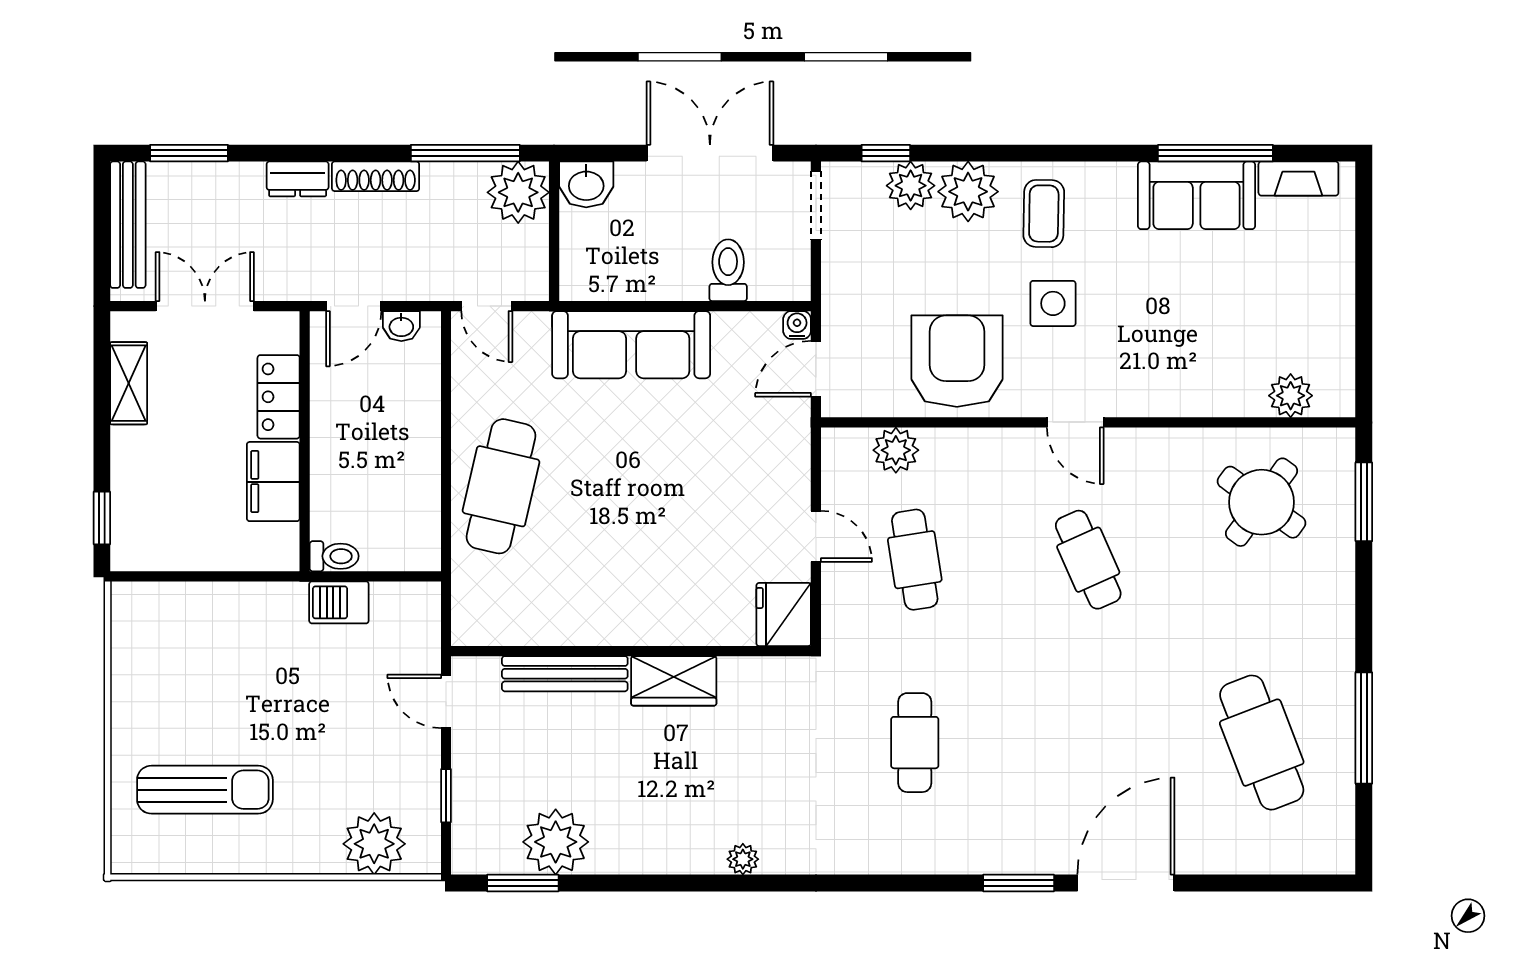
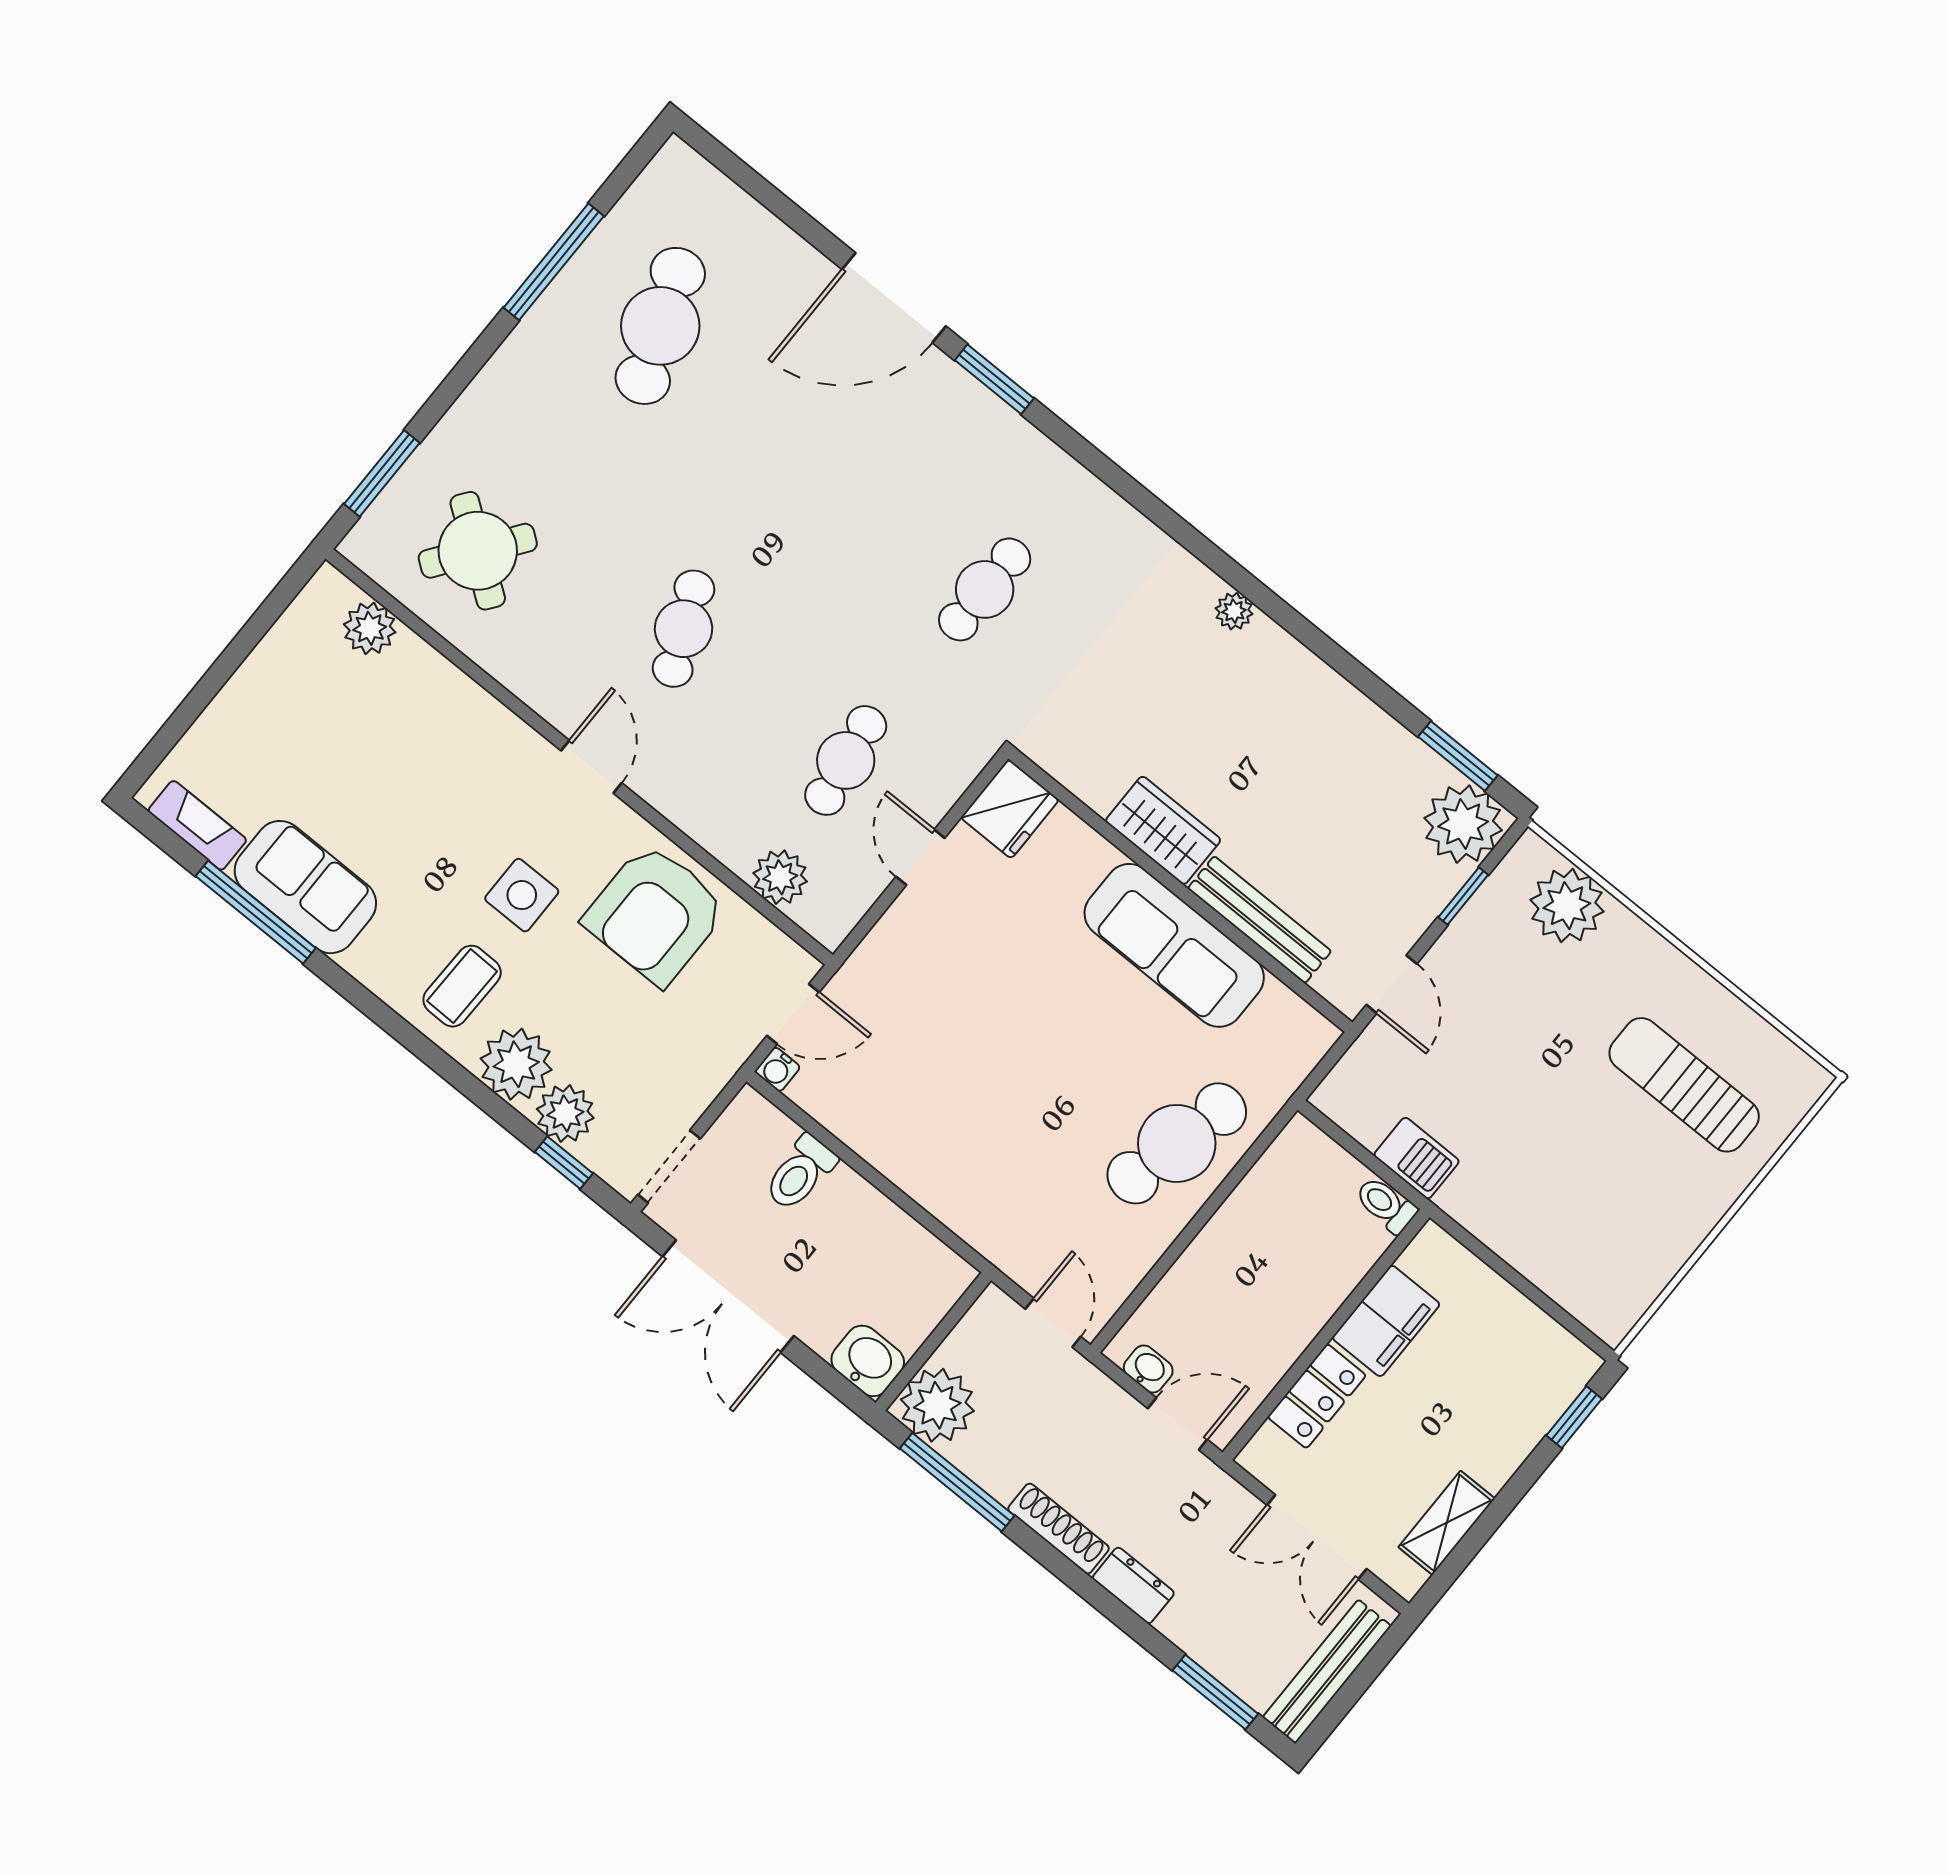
sofa: (631, 345) -> (1174, 945), moved, turned 180
plant: (556, 842) -> (1463, 824), moved

